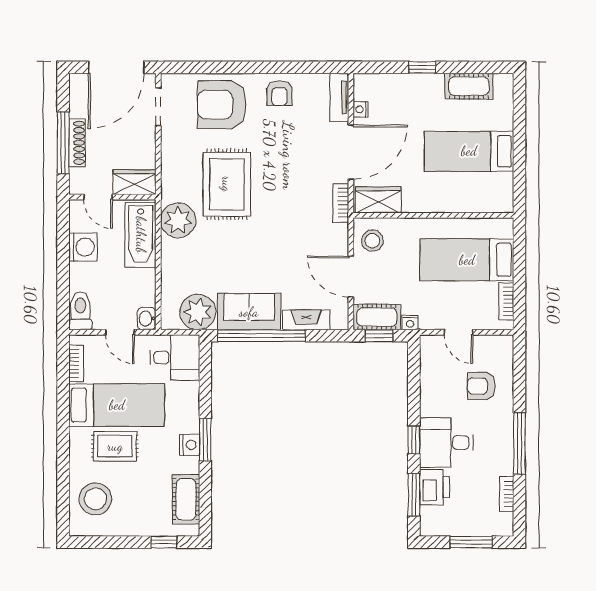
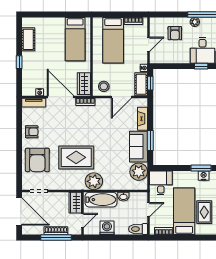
bed: (469, 151) -> (75, 39), moved
washbasin: (147, 319) -> (123, 197), moved
window: (261, 336) -> (150, 141), width x0.47
plant: (504, 427) -> (195, 22), added

